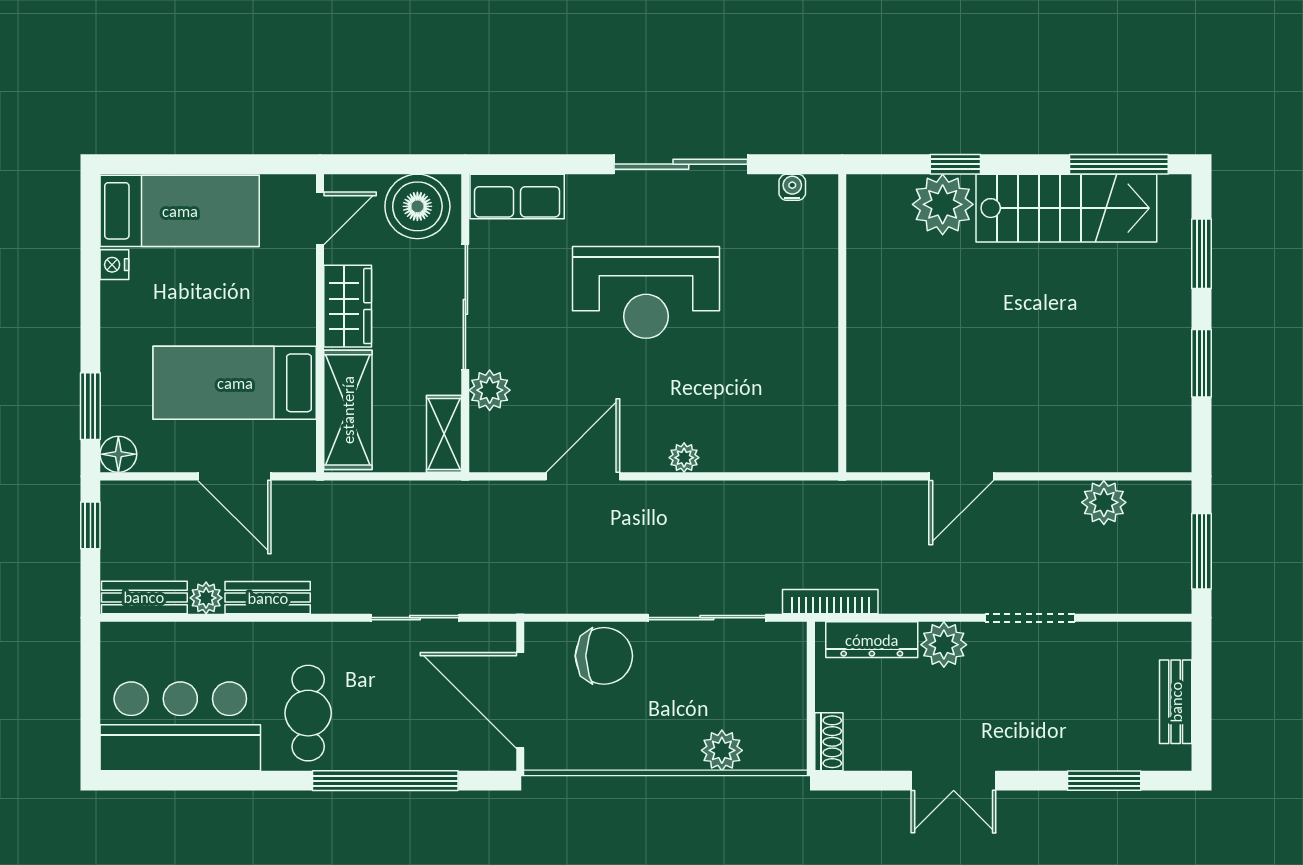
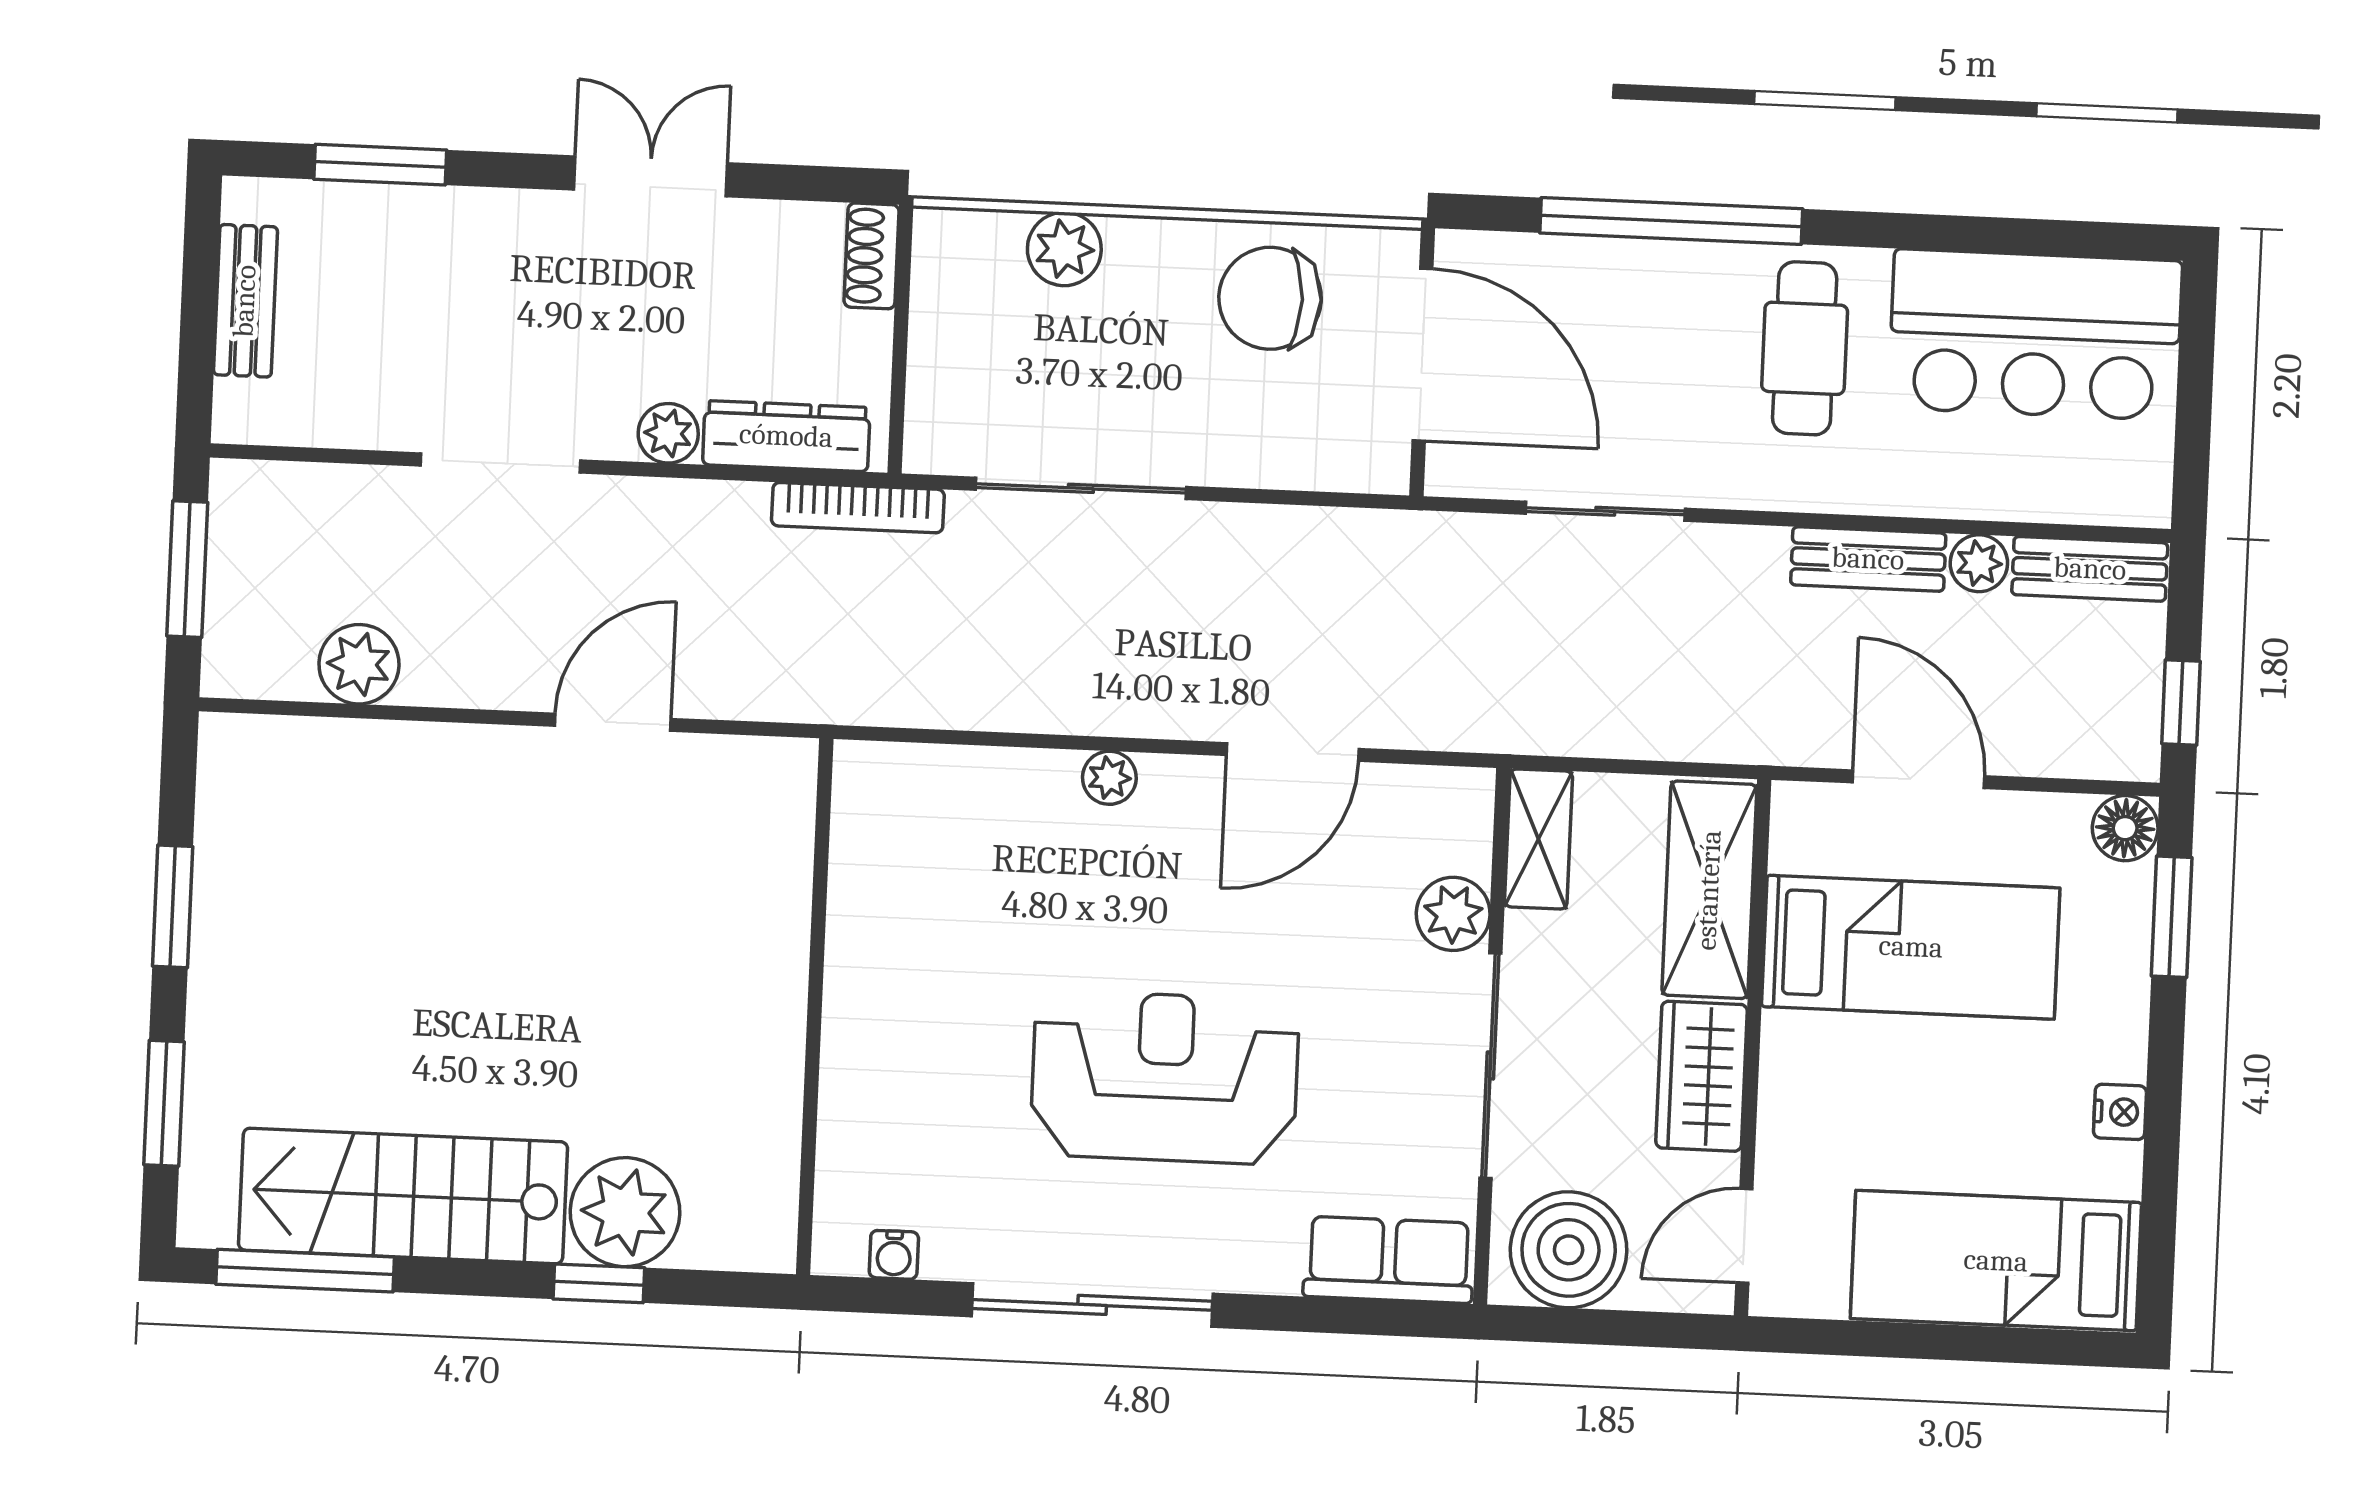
nightstand: (114, 265) -> (2120, 1112), moved
plant: (944, 645) -> (668, 433), width x0.73, depth x0.73
chair: (604, 656) -> (1270, 298), moved

